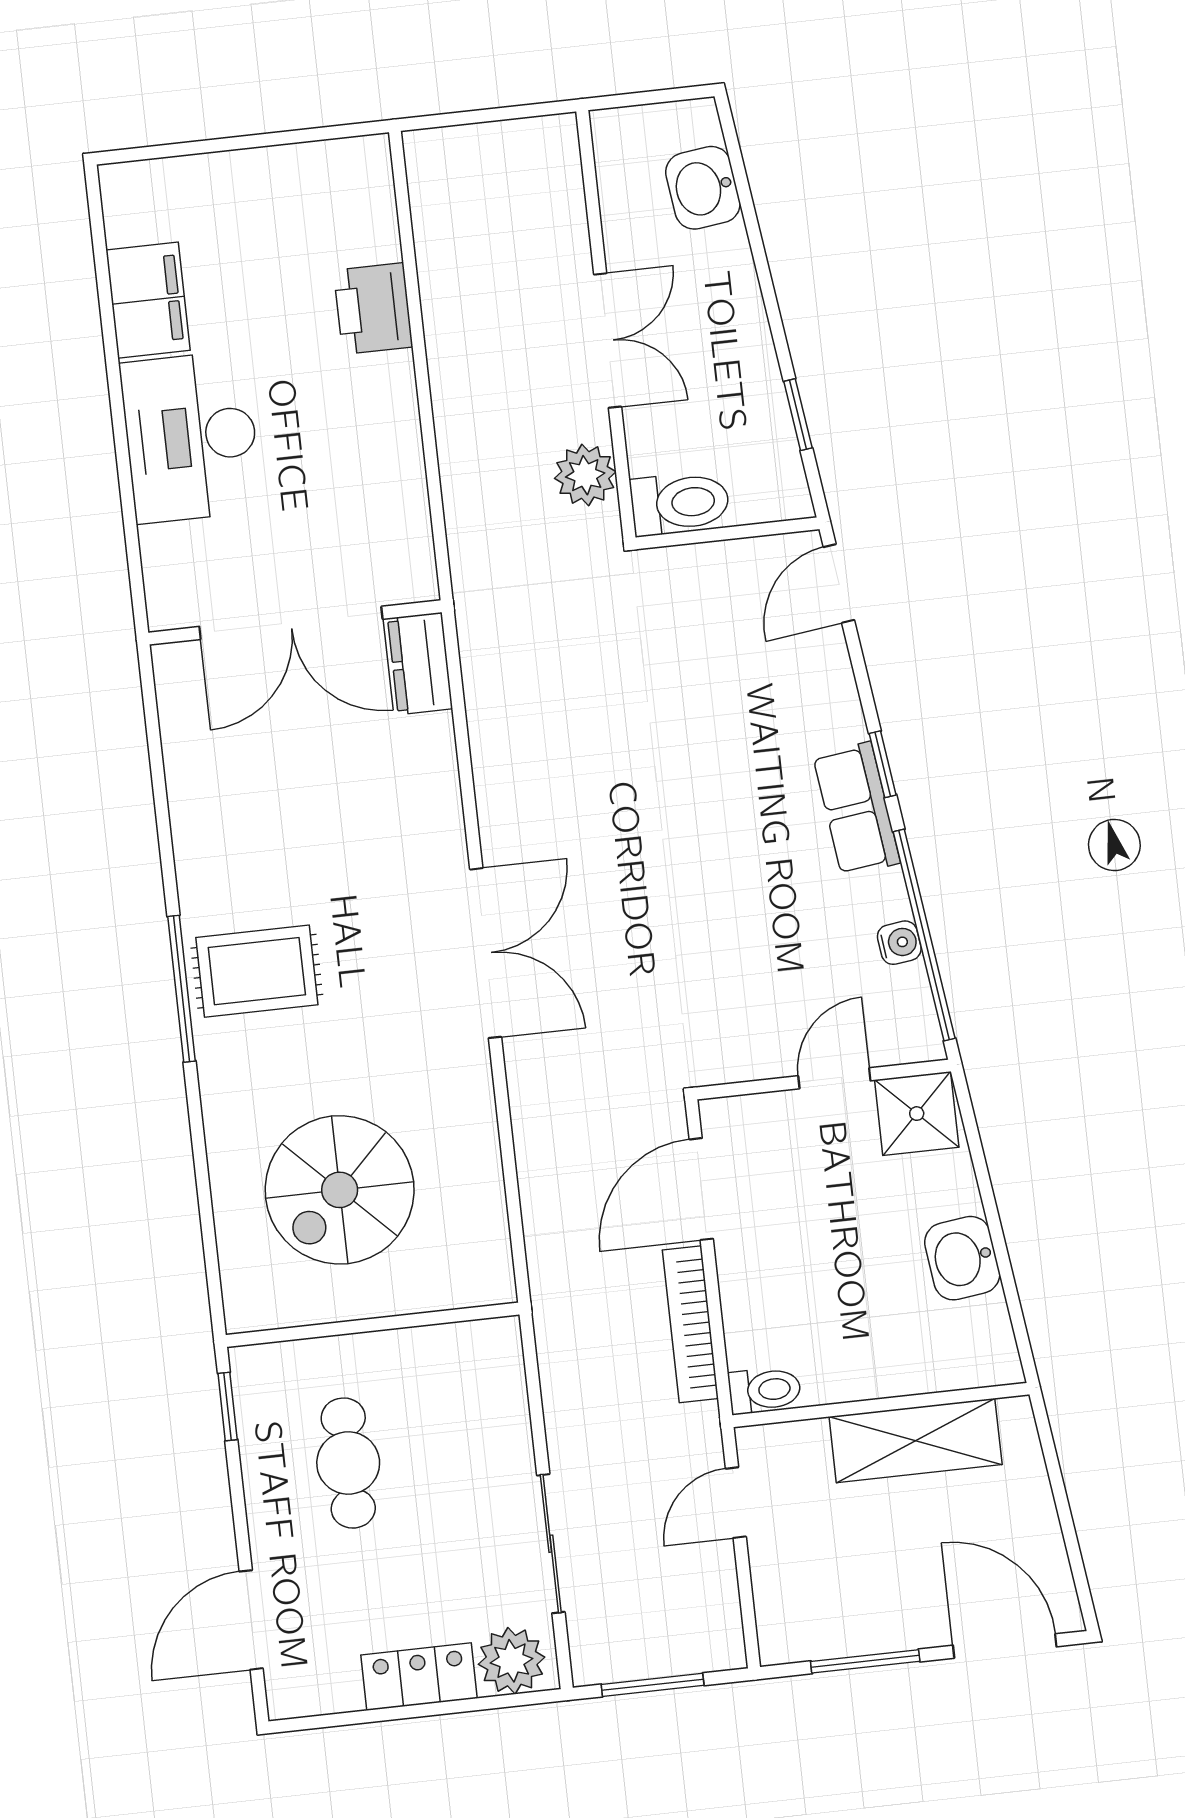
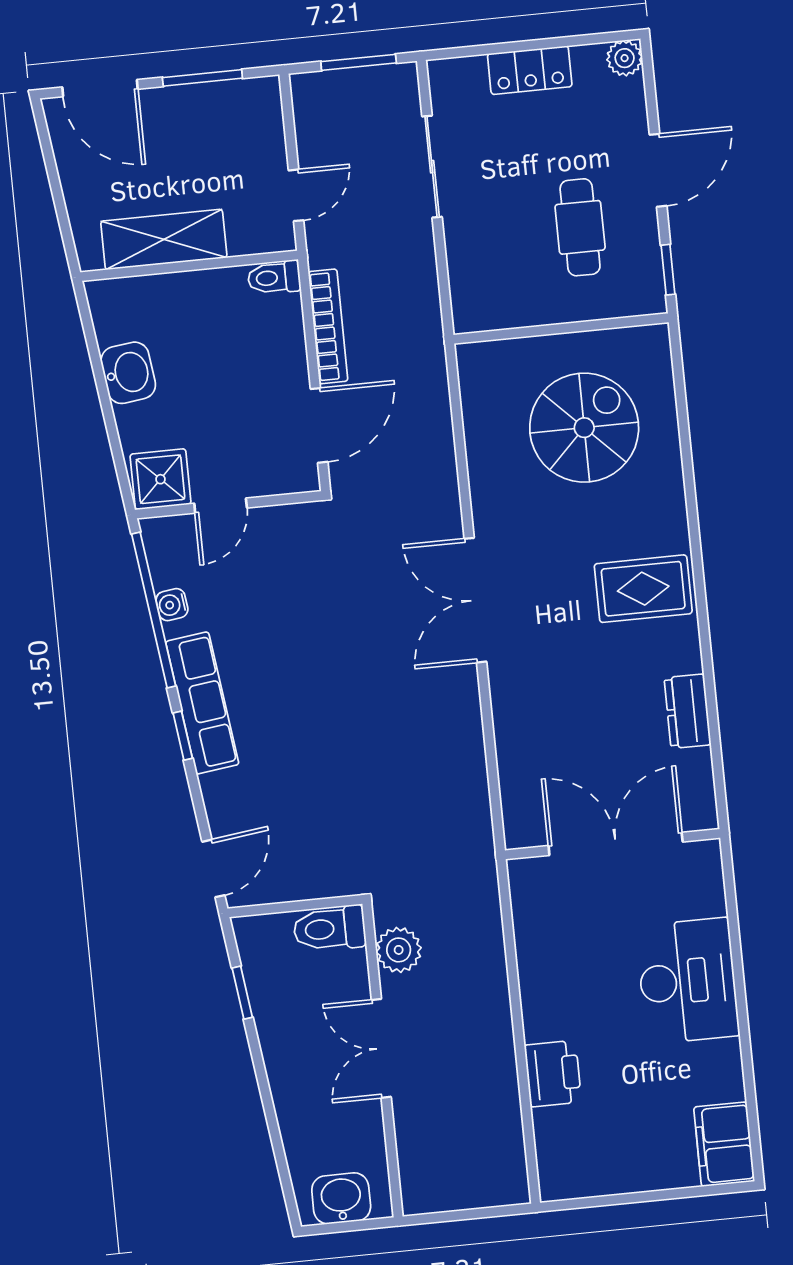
washbasin: (703, 188) -> (341, 1198), moved, turned -83
filing cabinet: (148, 300) -> (724, 1144), moved
dresser: (420, 663) -> (688, 711), moved, turned 180
row of seats: (857, 809) -> (202, 703), width x1.48
window: (181, 989) -> (699, 576), removed
door: (251, 1620) -> (658, 170), moved
plant: (512, 1661) -> (625, 58), moved, width x0.73, depth x0.73

